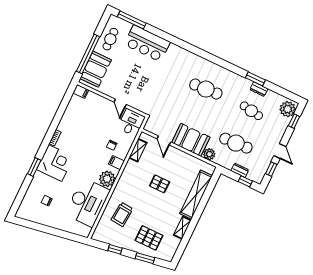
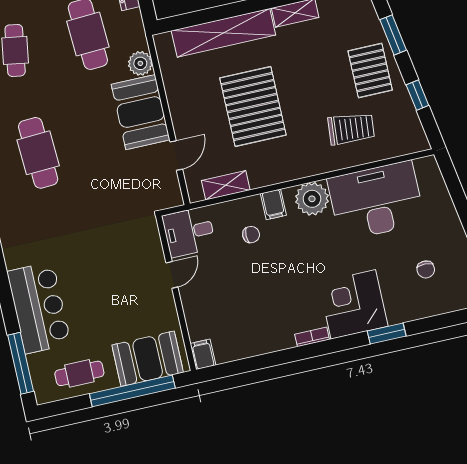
pallet: (160, 184) -> (253, 107), width x2.05, depth x2.00
pallet: (149, 238) -> (370, 70), moved

